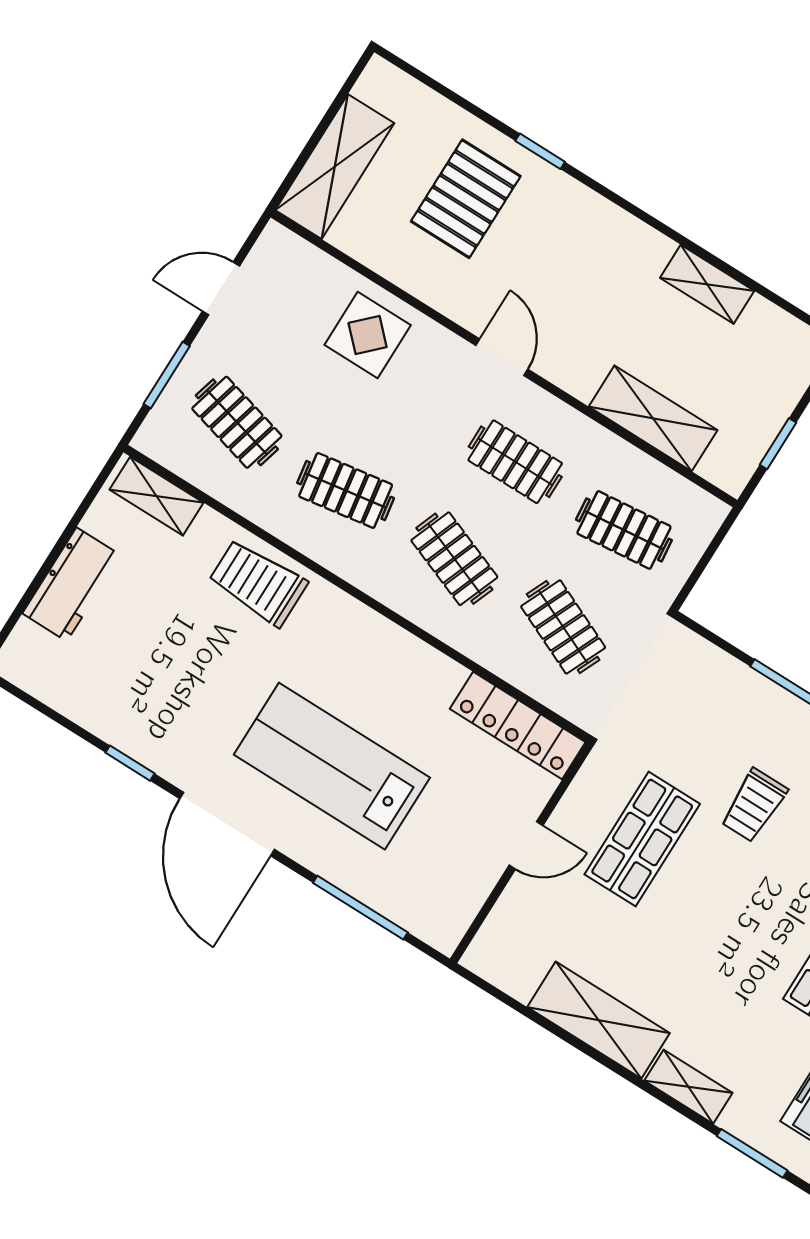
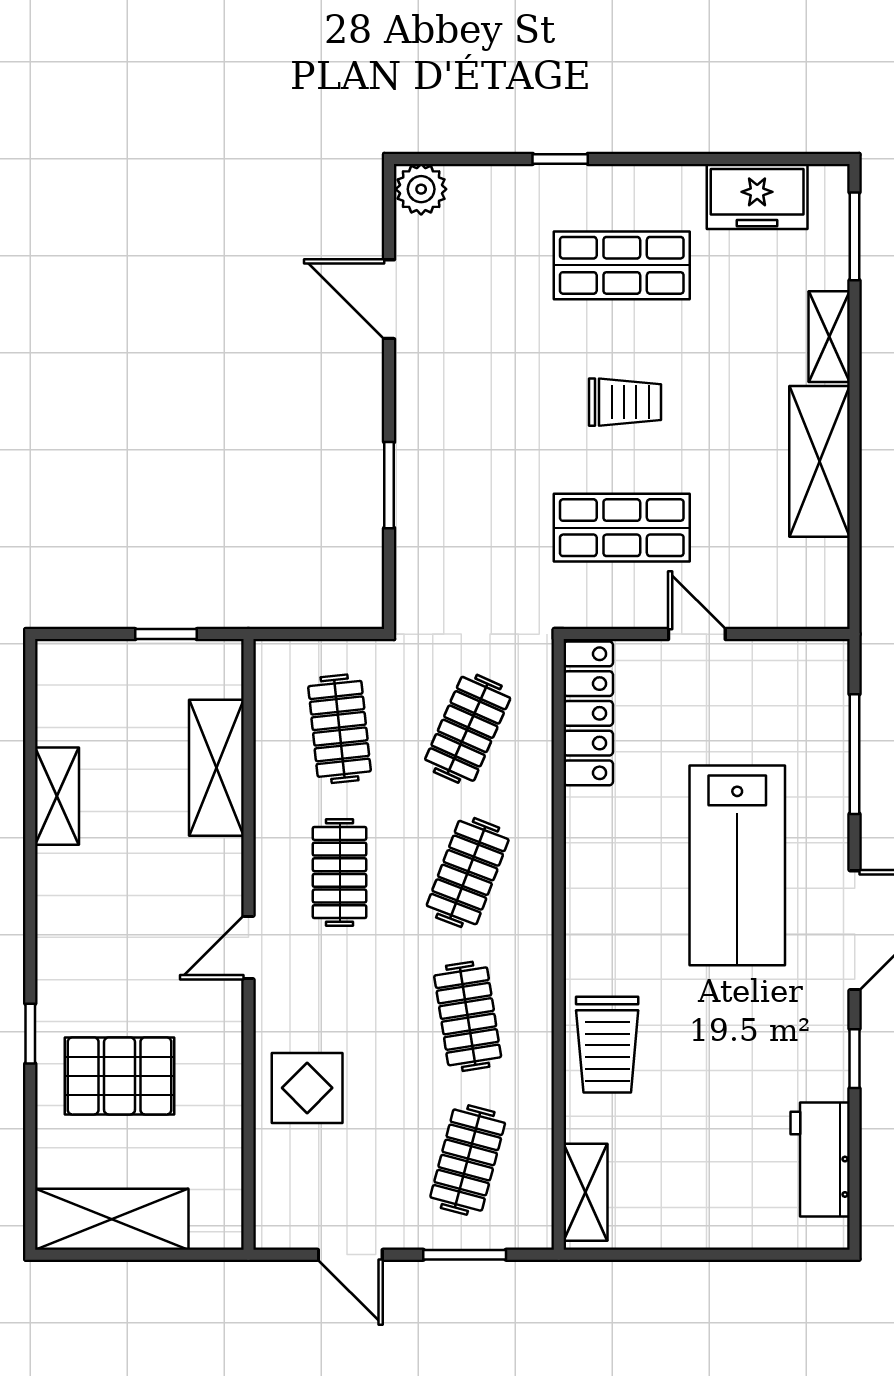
shelving: (335, 167) -> (112, 1219), moved
workbench: (72, 584) -> (820, 1160), moved, turned -90
trolley: (754, 805) -> (625, 402), moved

